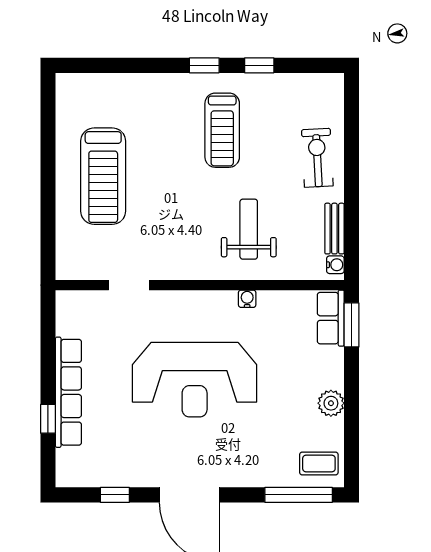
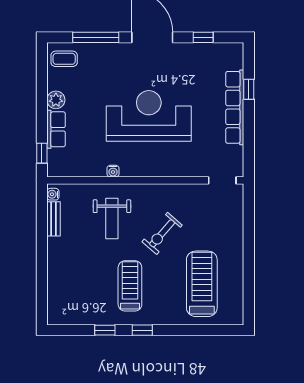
exercise bike: (317, 158) -> (162, 233), moved, turned 44
treadmill: (103, 176) -> (202, 284), moved
doorway: (129, 285) -> (222, 180), moved
row of seats: (331, 318) -> (56, 129), moved
window: (352, 325) -> (42, 153), width x0.67
window: (299, 495) -> (96, 37), moved

